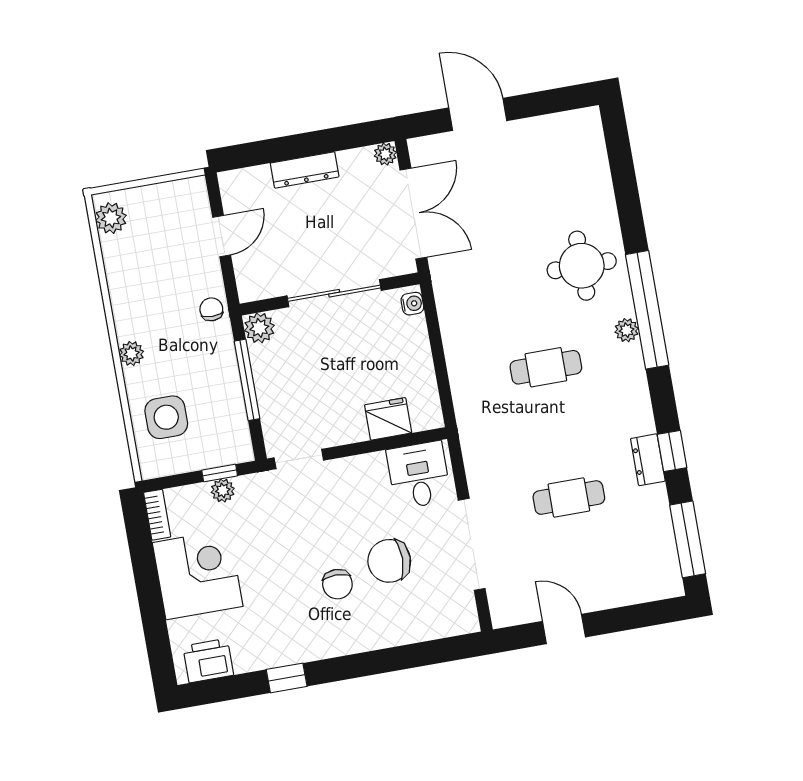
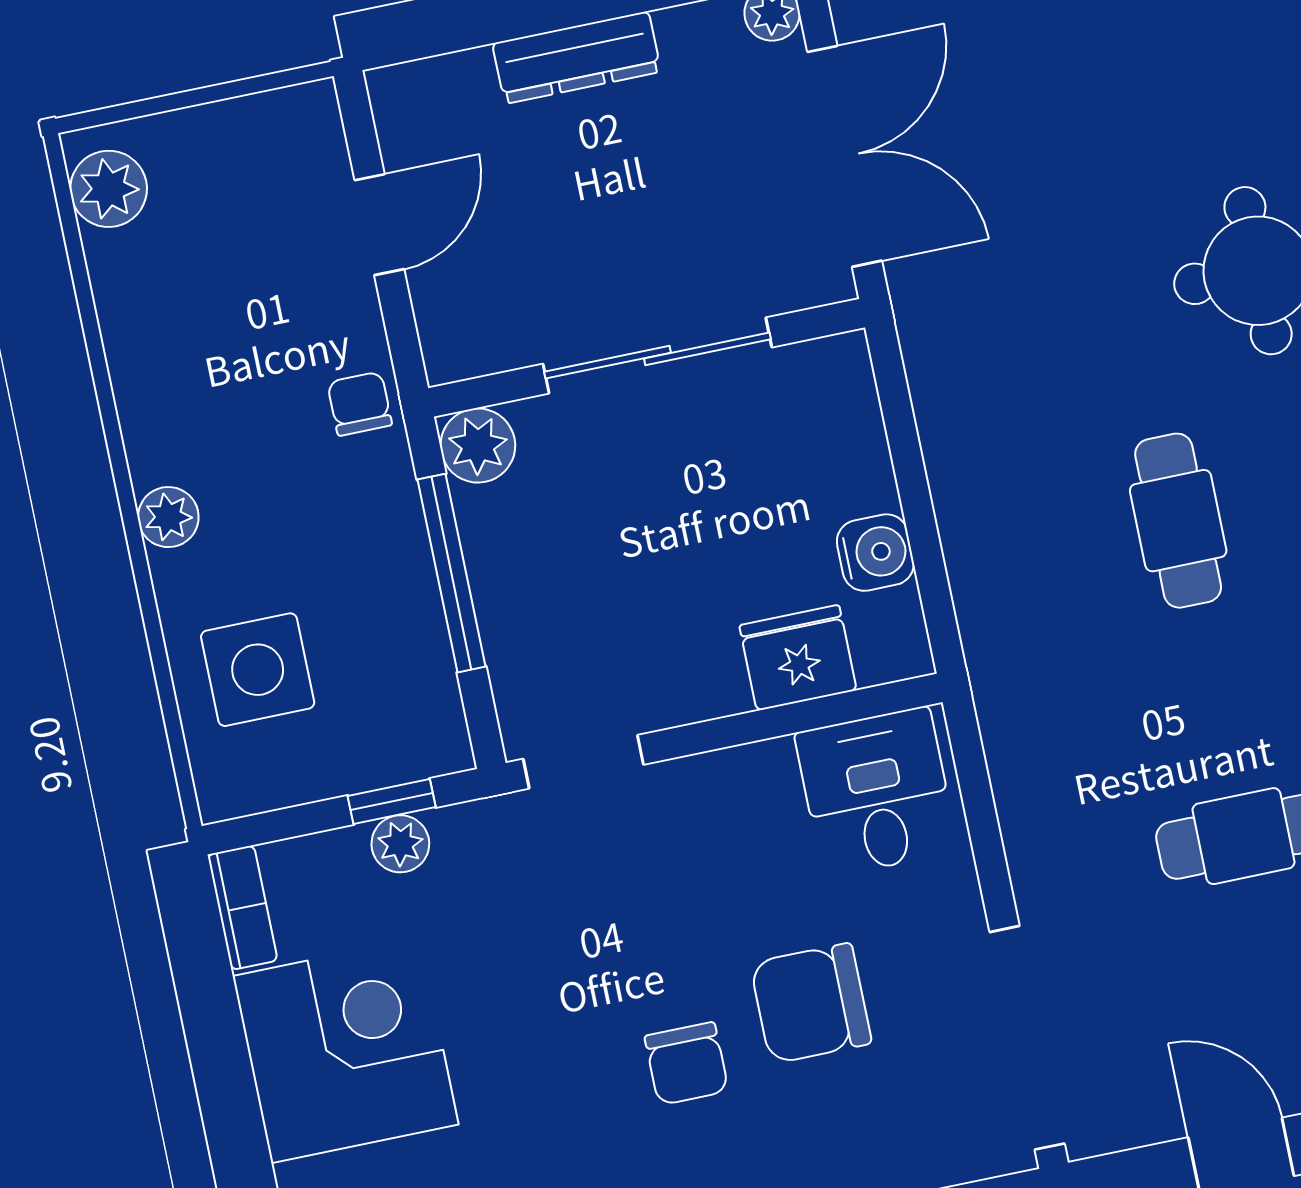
water cooler: (412, 304) -> (875, 553), moved, width x1.38, depth x1.38
cafe table: (546, 367) -> (1178, 521), turned 90
doorway: (472, 544) -> (1027, 1038), moved

